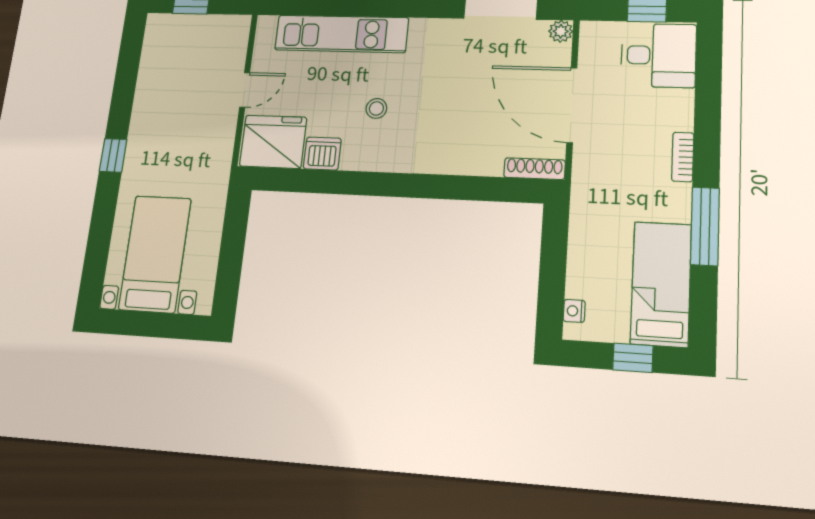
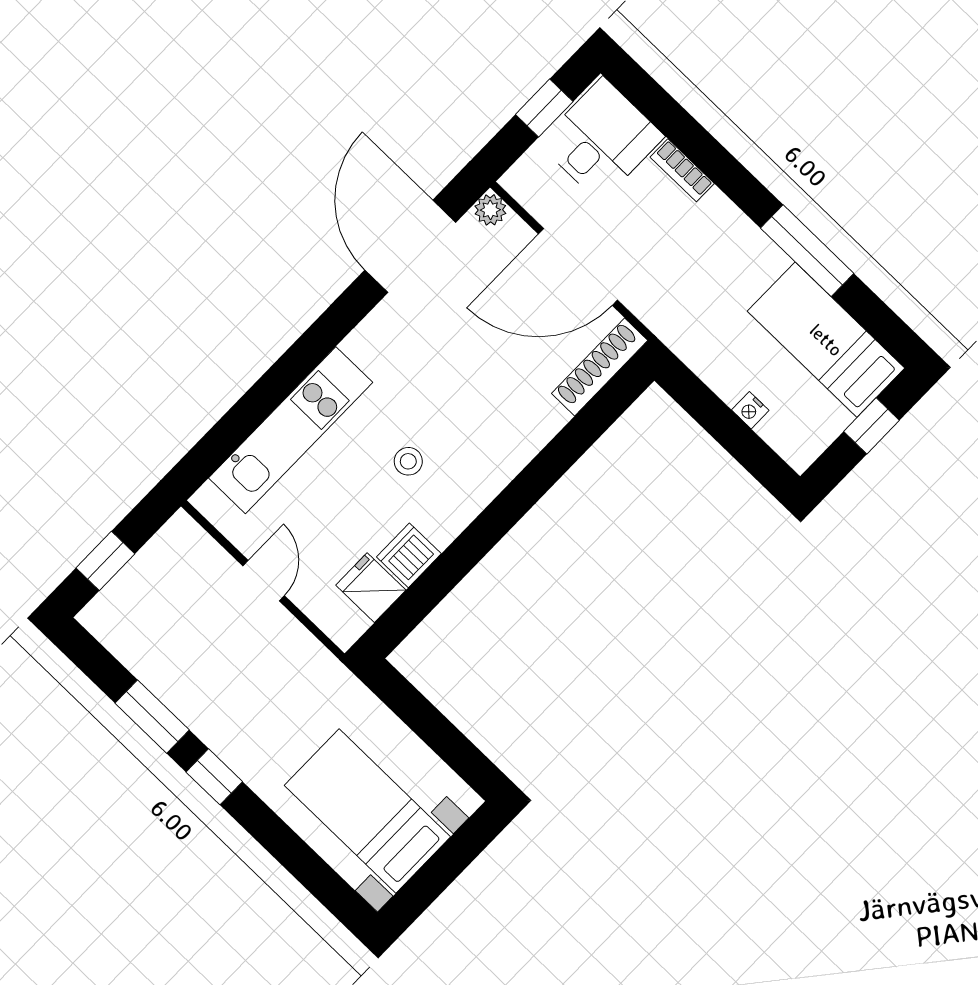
window: (123, 96) -> (152, 717), added
fridge: (273, 142) -> (371, 588), width x0.53, depth x0.75
bookcase: (683, 157) -> (682, 170), moved
shoe rack: (535, 169) -> (600, 367), width x1.36, depth x1.24
nightstand: (574, 311) -> (750, 410), moved

